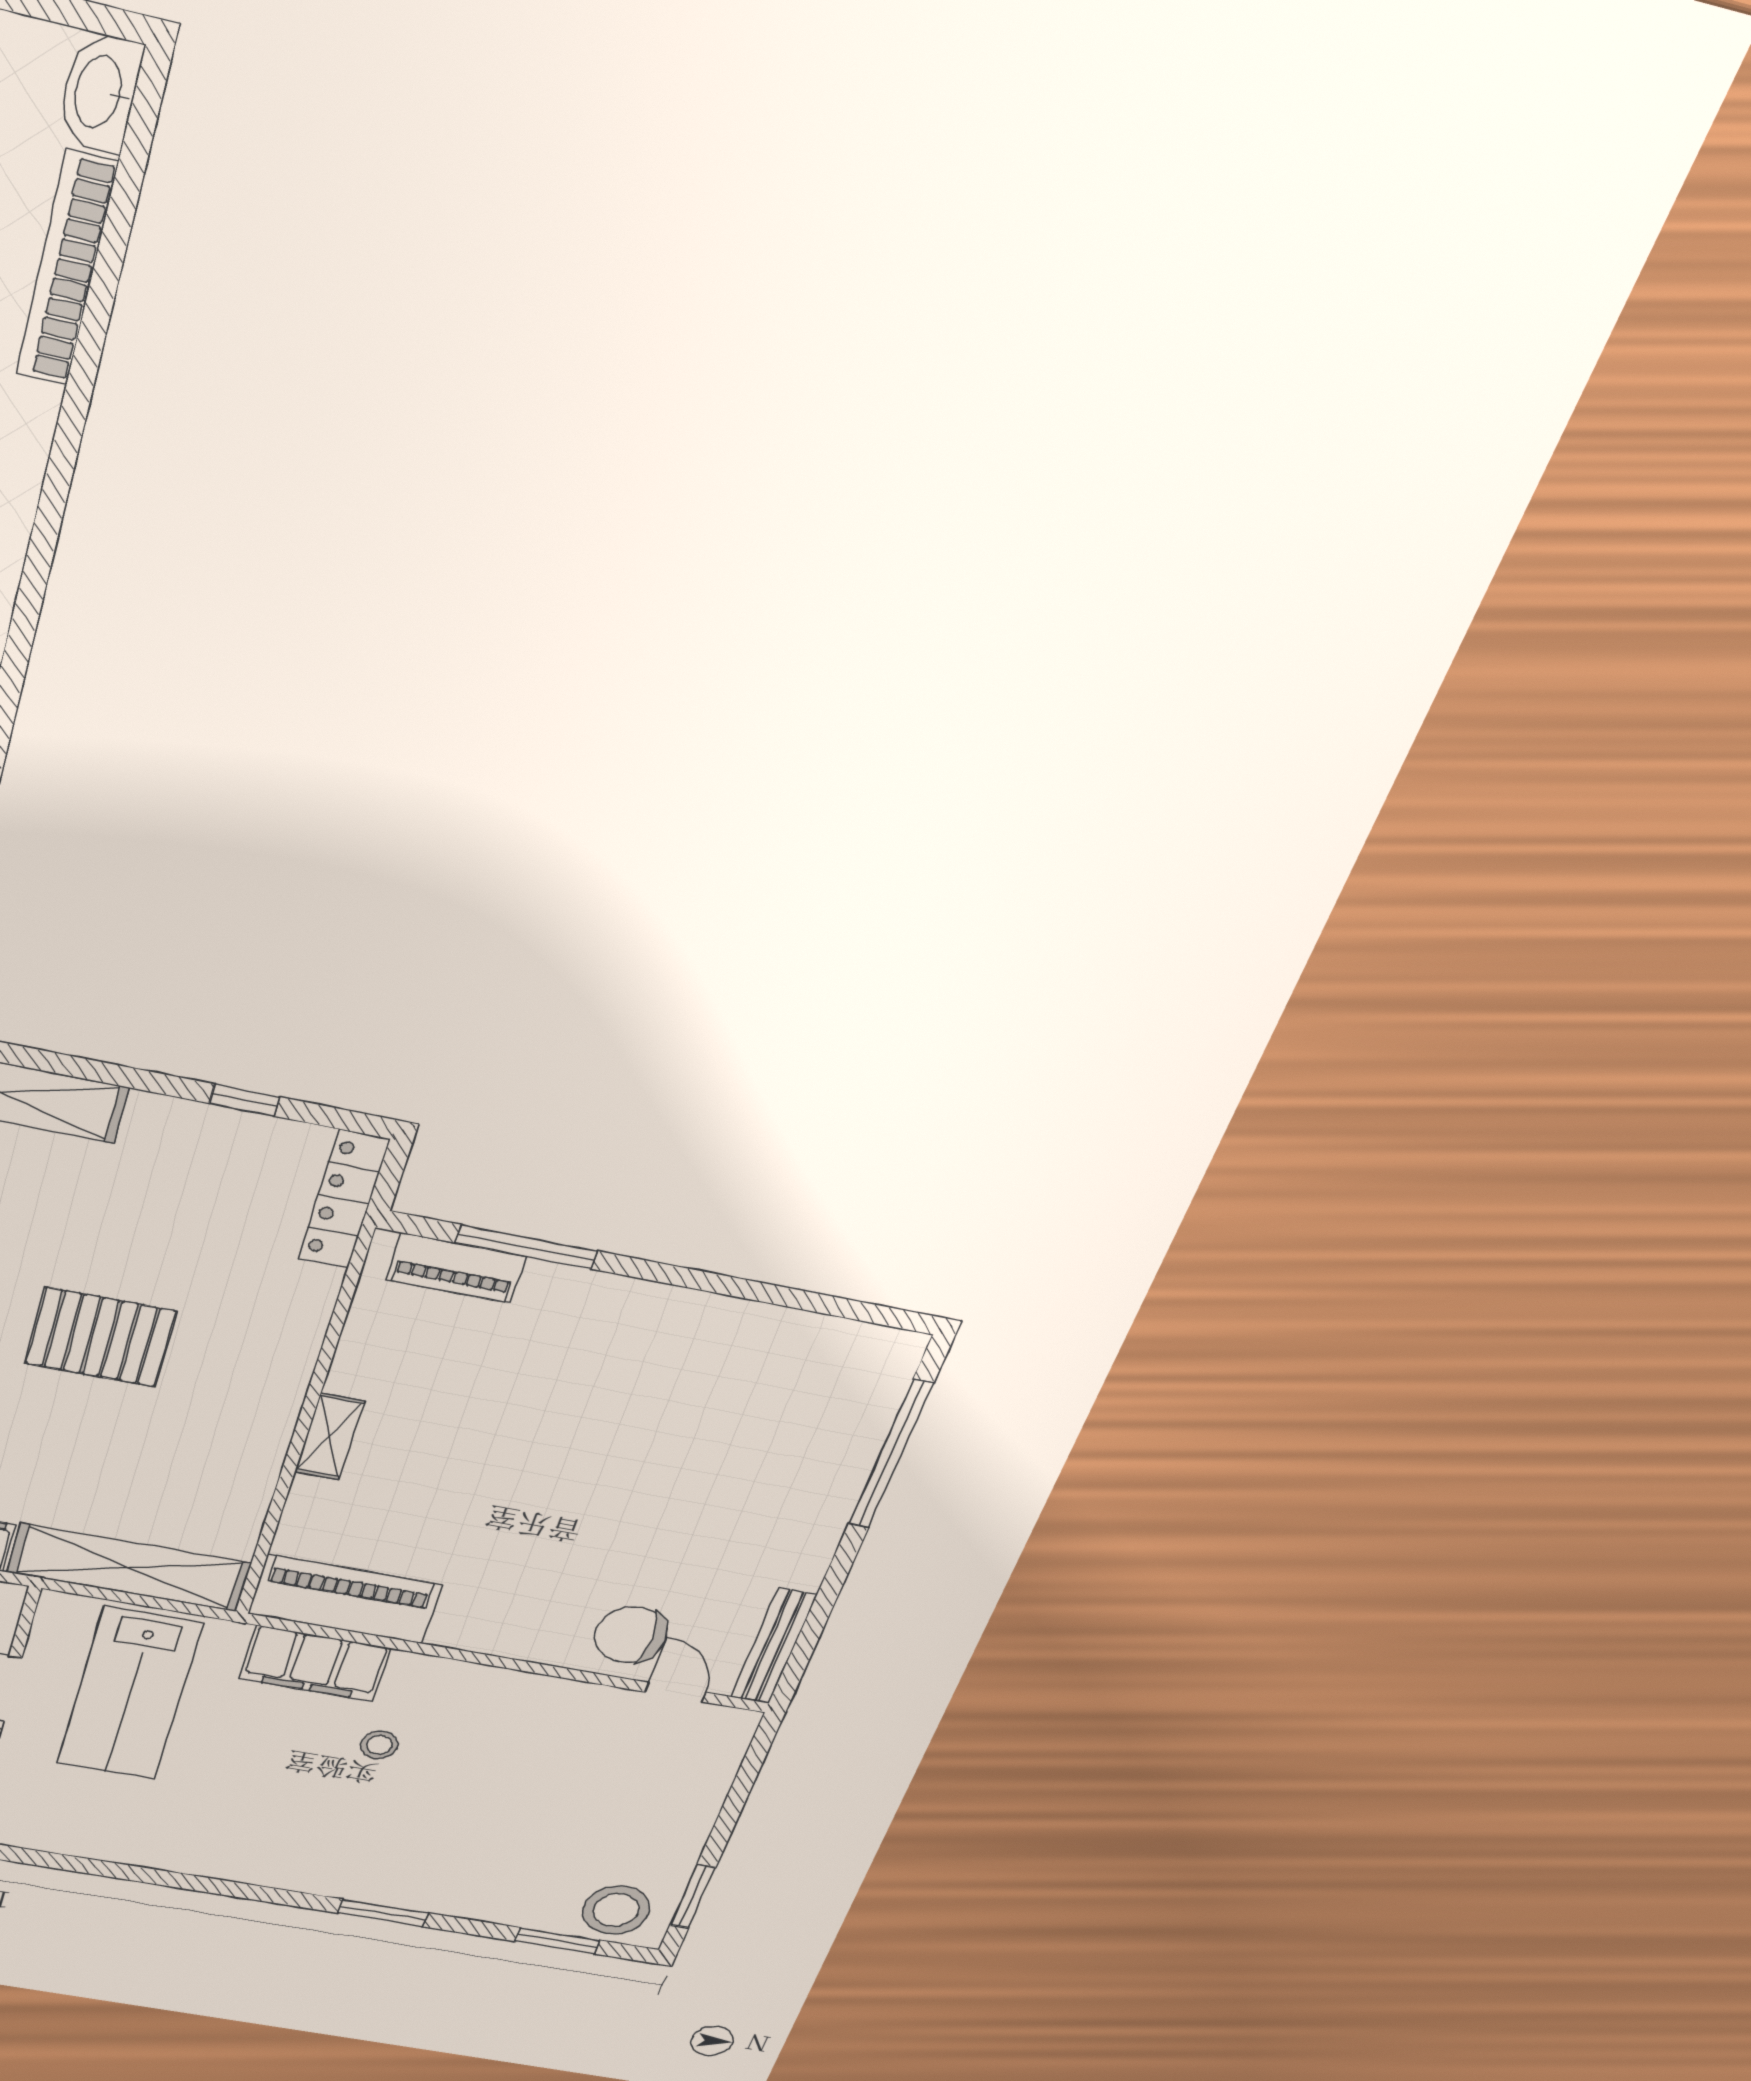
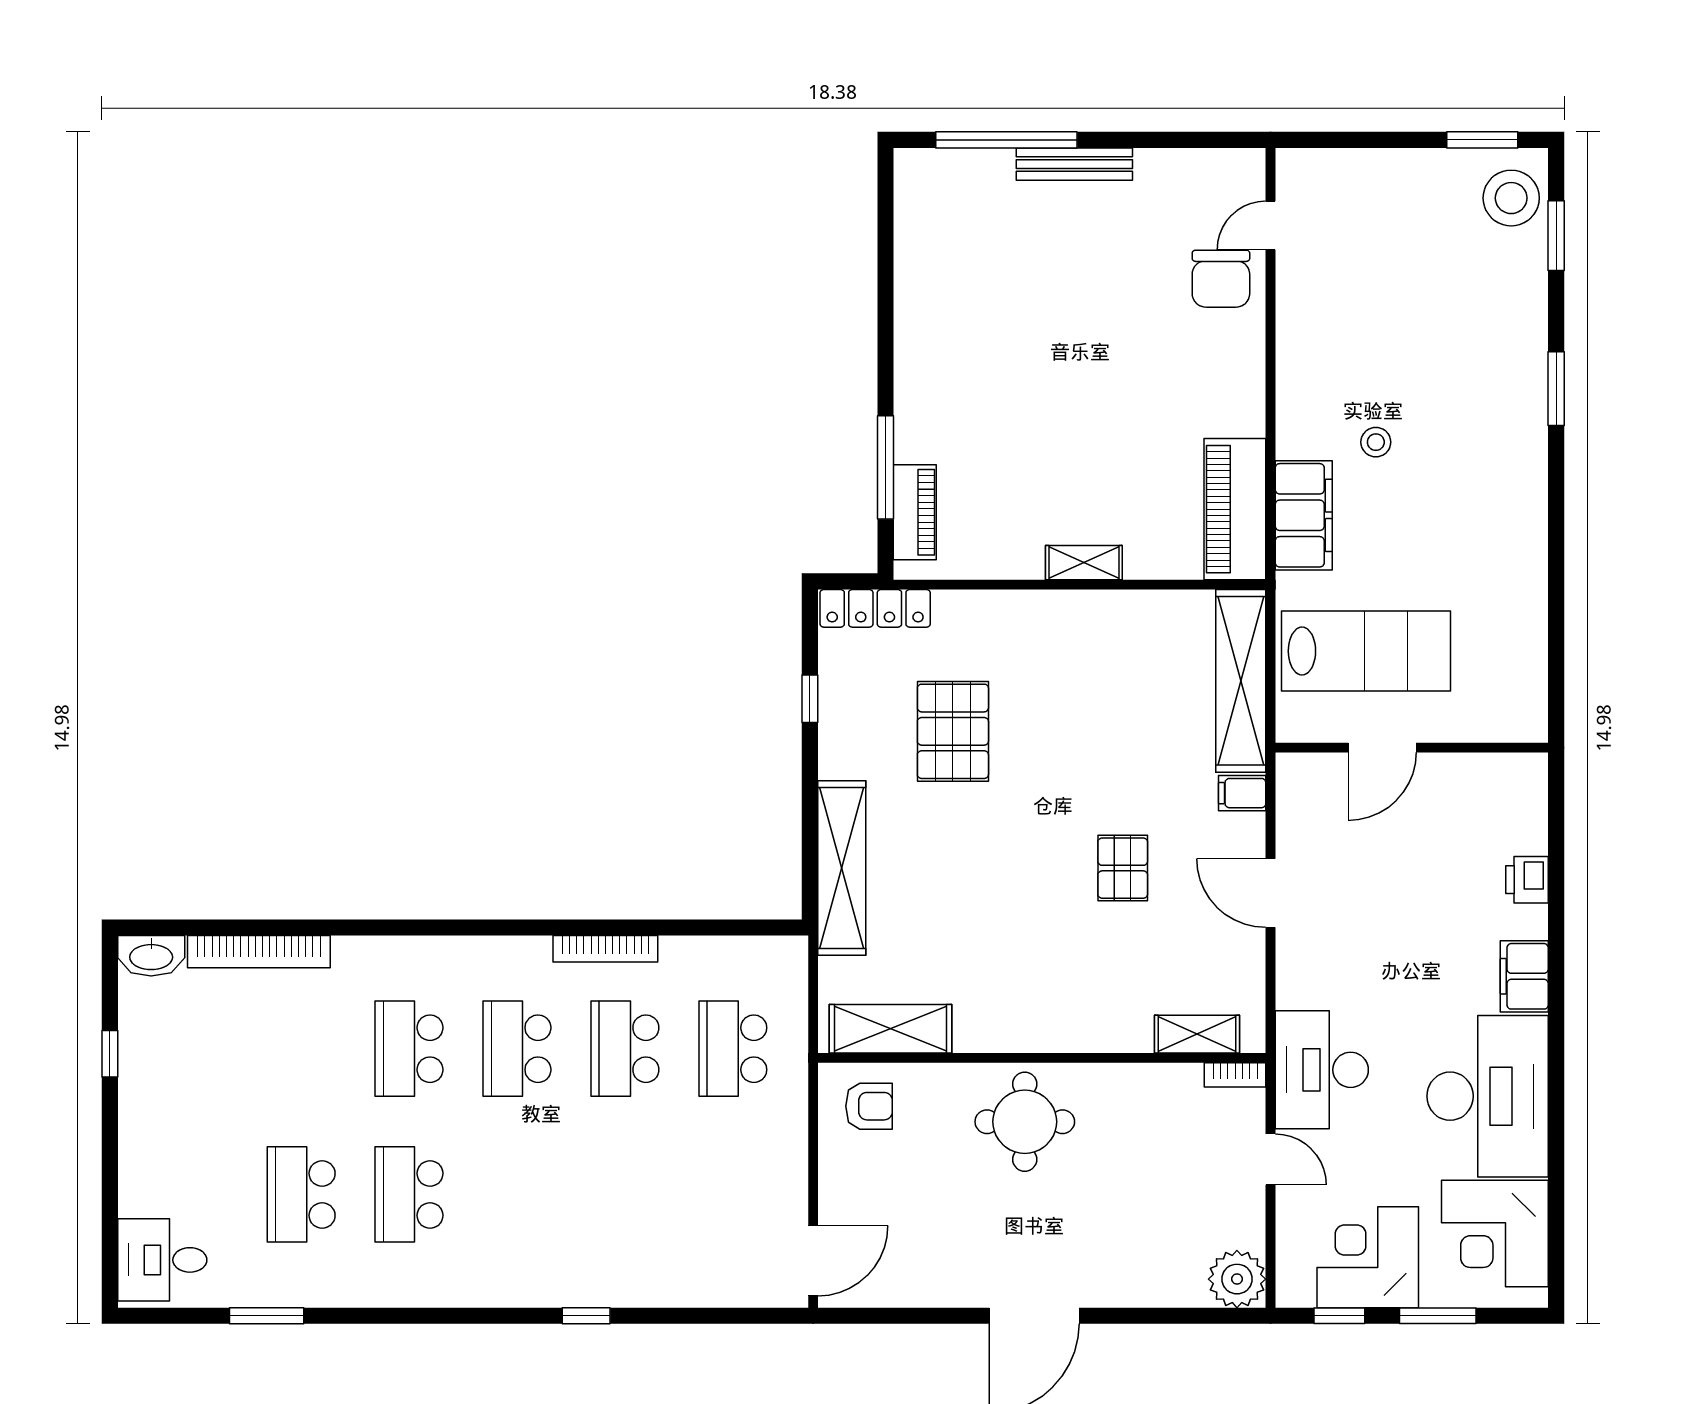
pallet: (101, 1337) -> (953, 731), moved
bench: (774, 1646) -> (1074, 164), moved

